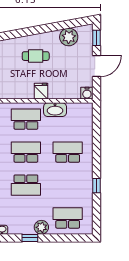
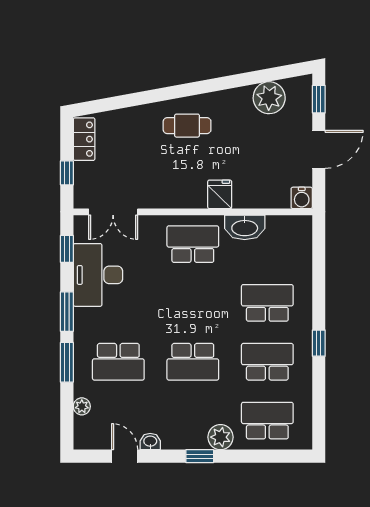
cafe table: (36, 56) -> (187, 126), moved
school desk: (26, 152) -> (267, 362), moved
window: (97, 186) -> (319, 343), moved

